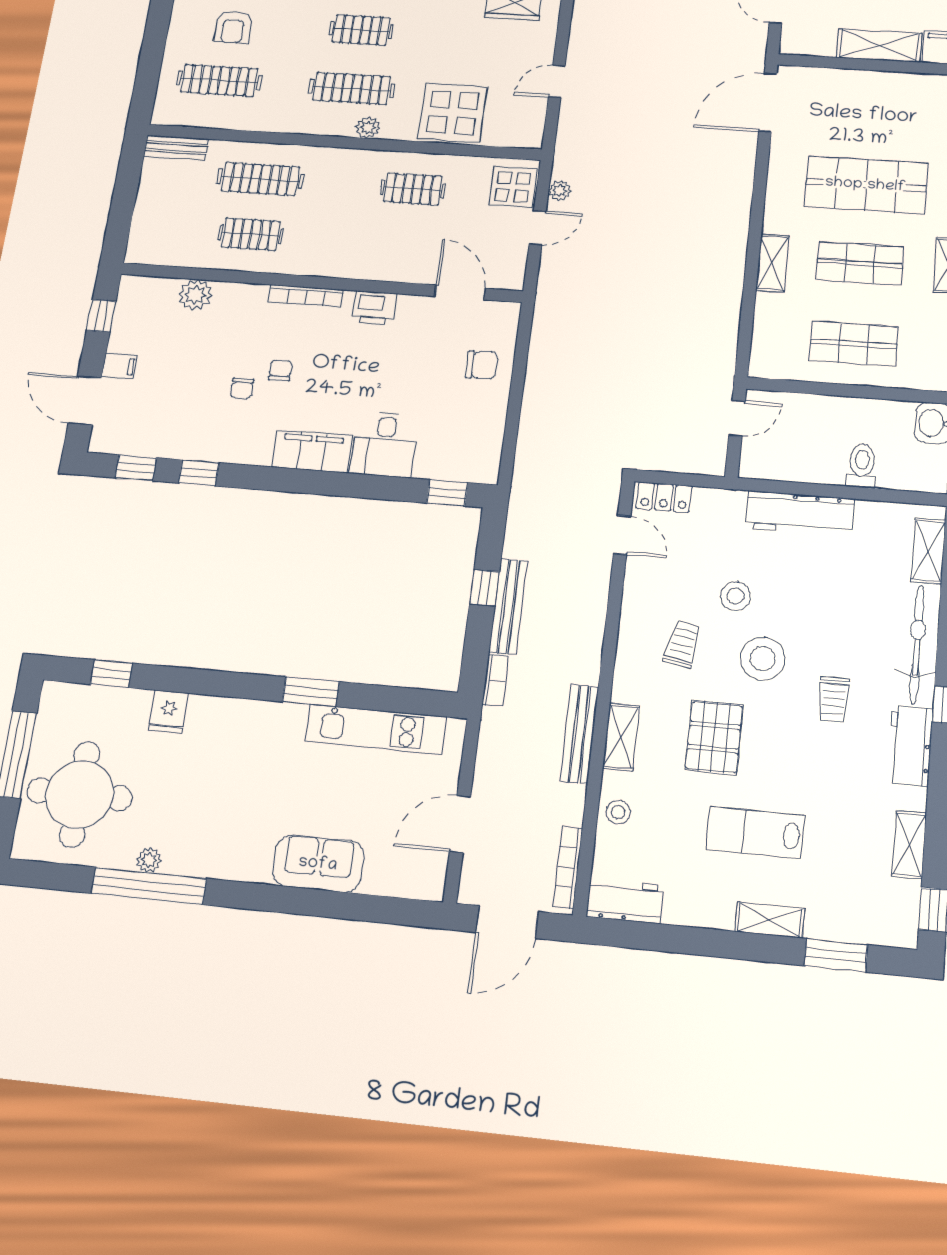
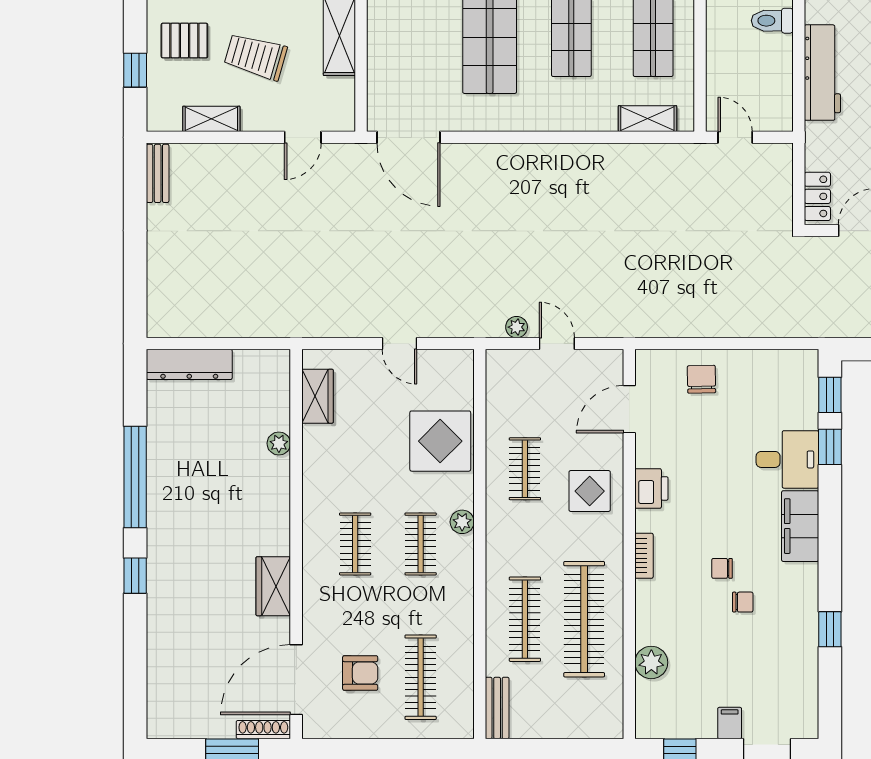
clothes rail: (352, 88) -> (421, 544), width x0.73
display table: (513, 187) -> (590, 491), moved
clothes rail: (251, 234) -> (584, 619), width x1.86, depth x1.31
shelving: (772, 263) -> (647, 119), moved
bookcase: (306, 296) -> (644, 556), width x0.64
window: (136, 468) -> (830, 447), moved

